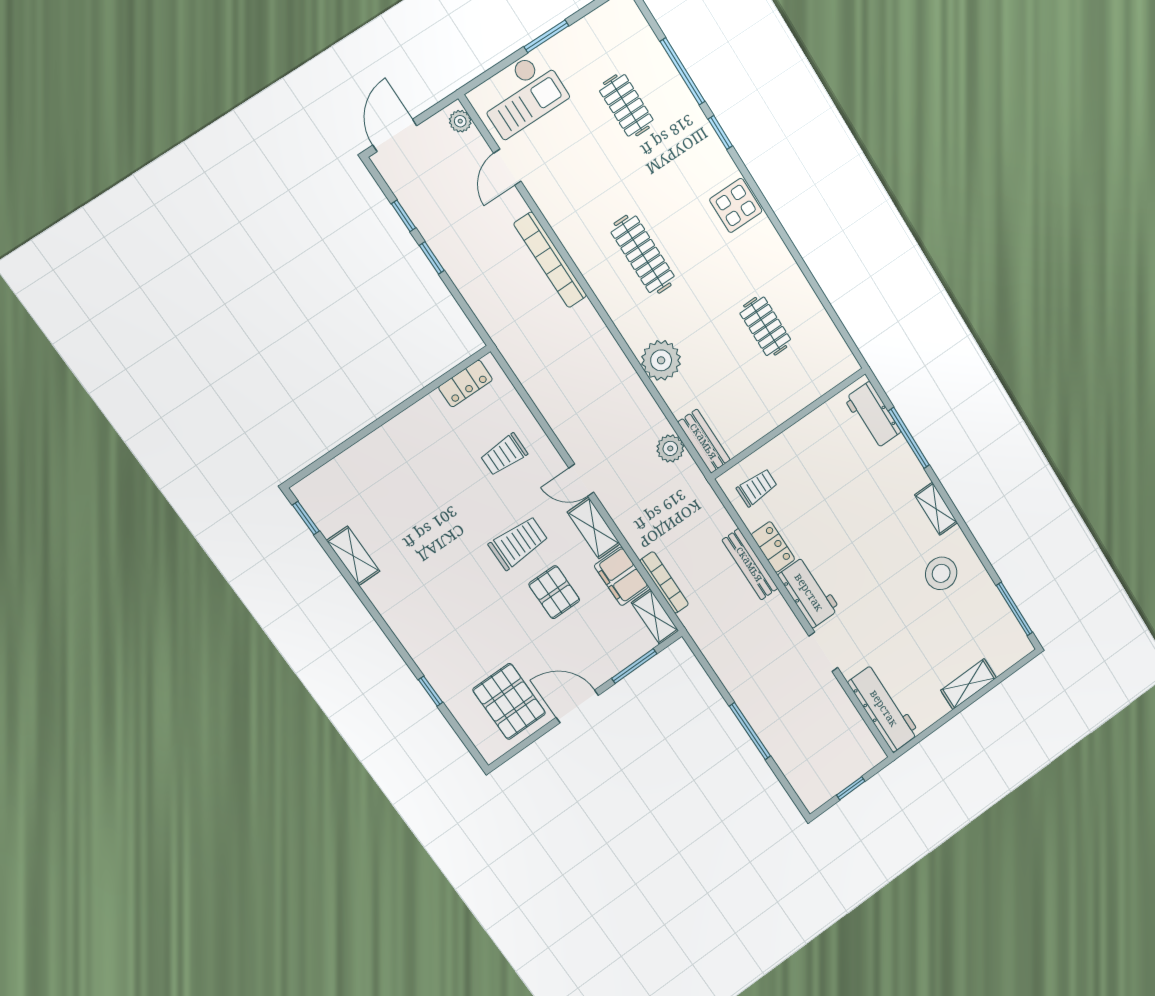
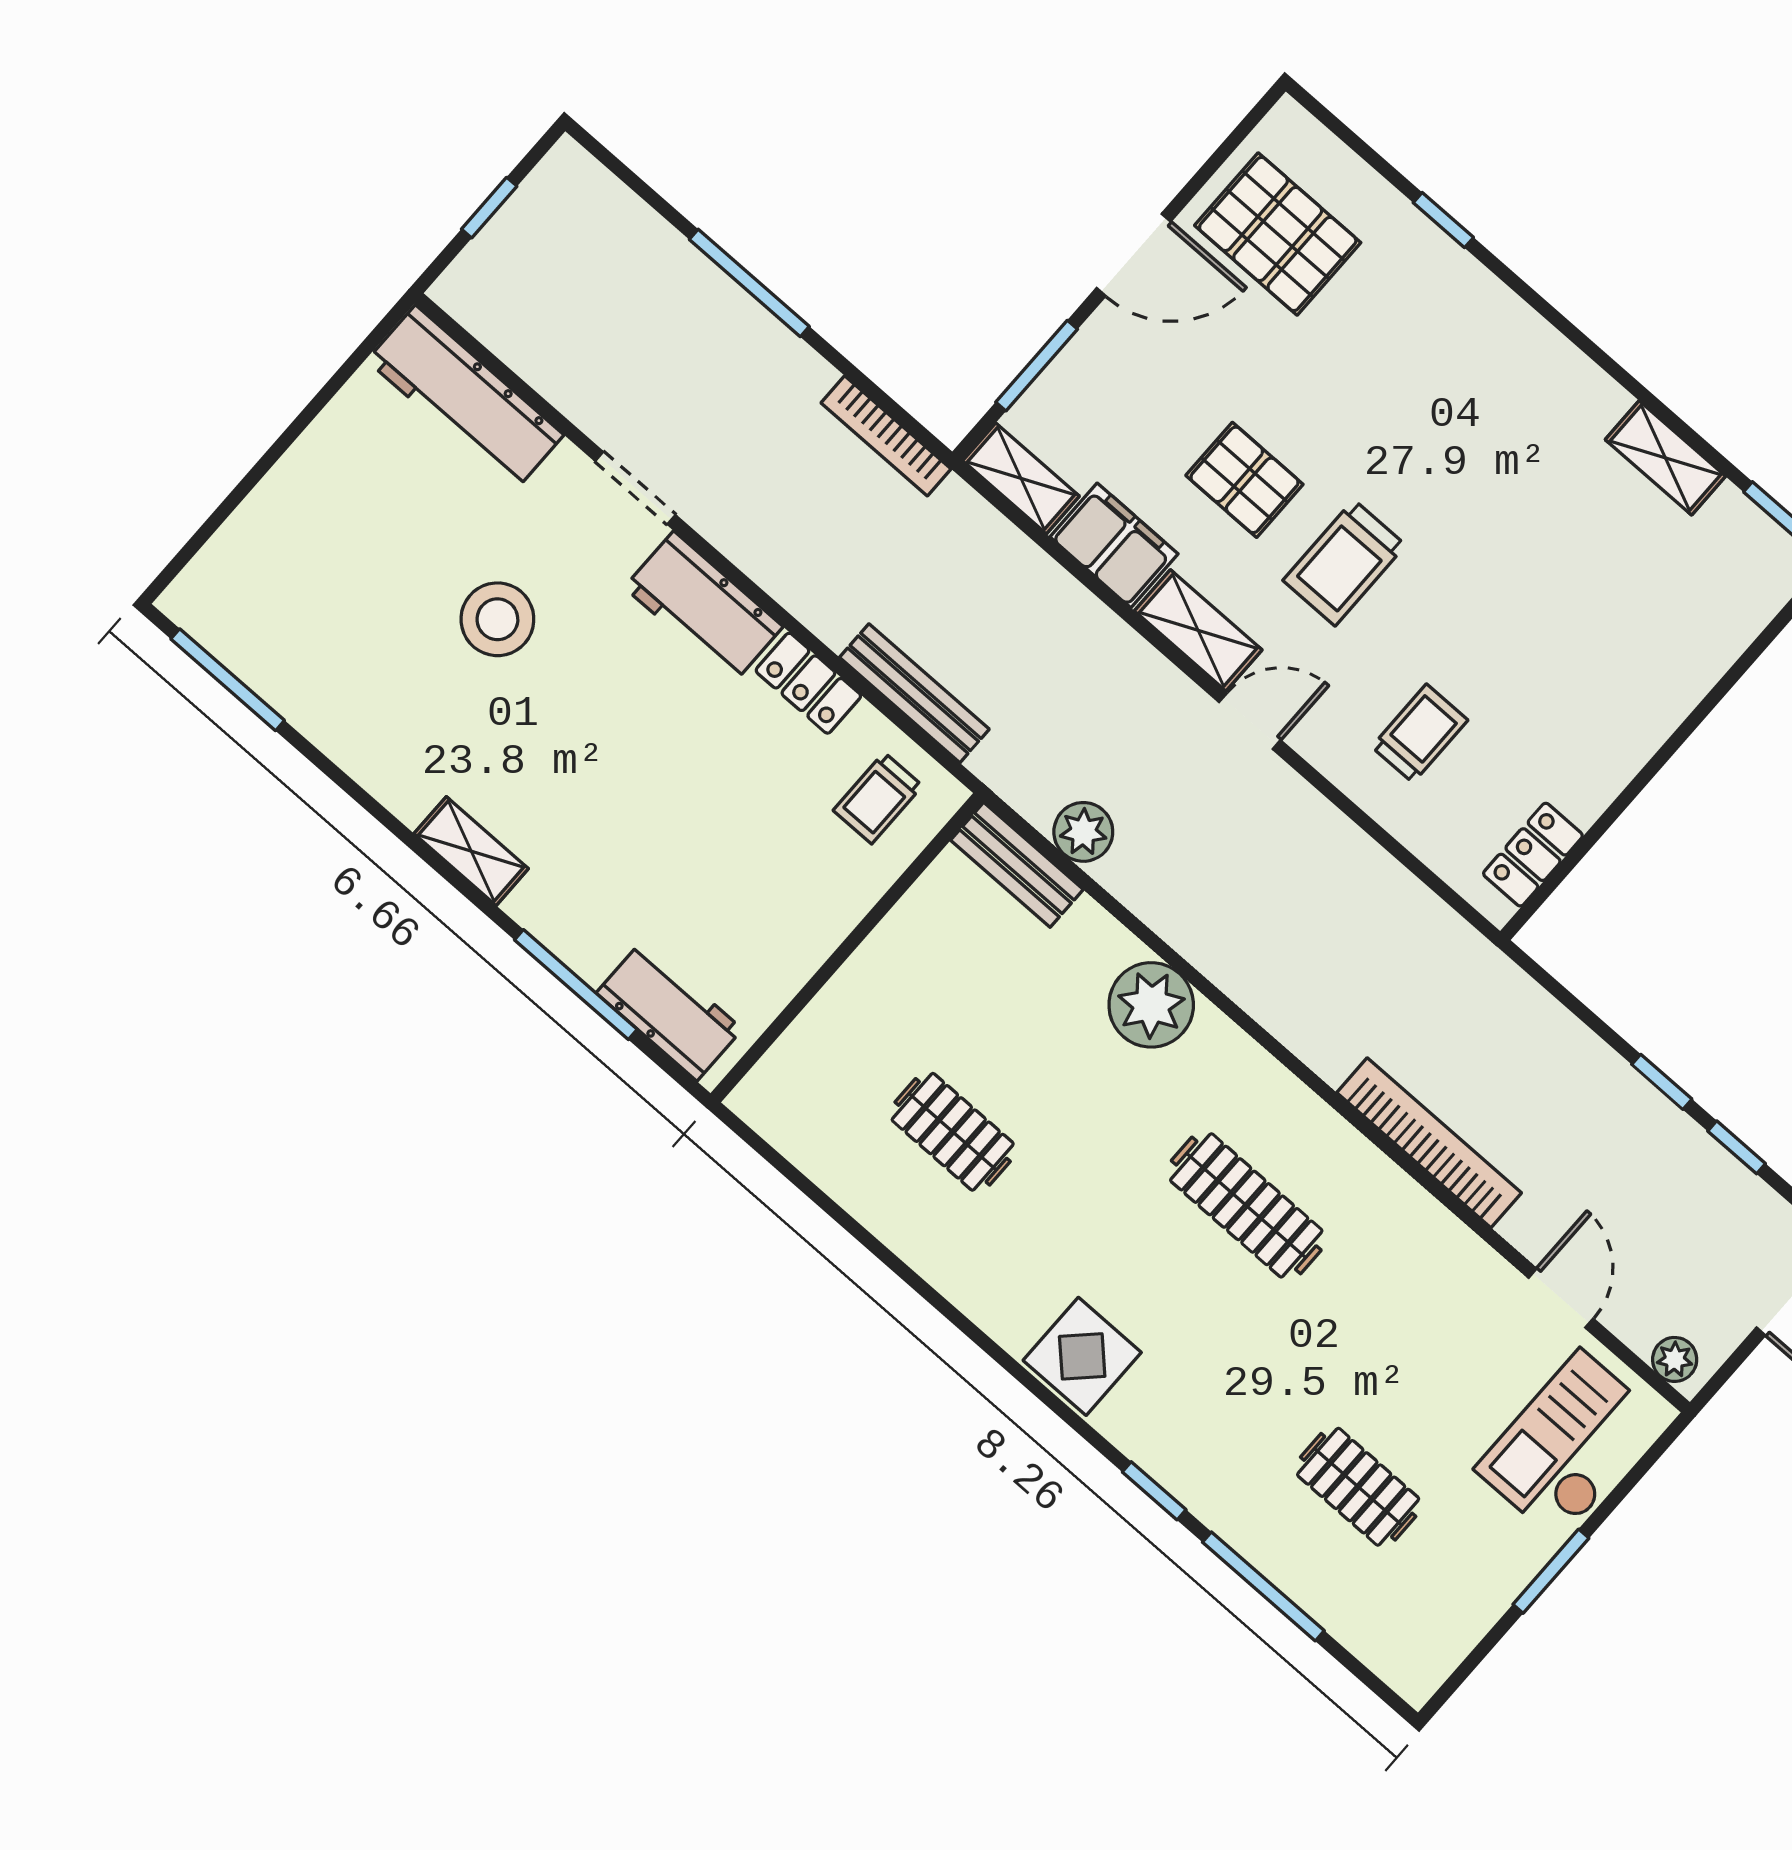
bench: (750, 564) -> (914, 693), moved
stool: (941, 573) -> (497, 619), moved
bookcase: (664, 583) -> (886, 436), moved
shelving: (969, 684) -> (285, 493), removed

